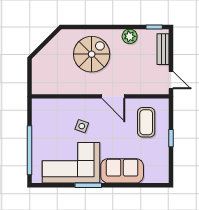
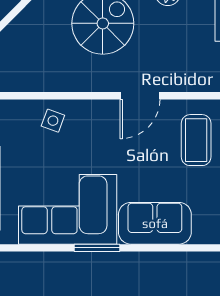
door: (113, 96) -> (140, 96), hinge flipped
side table: (82, 126) -> (53, 121), moved

